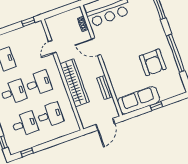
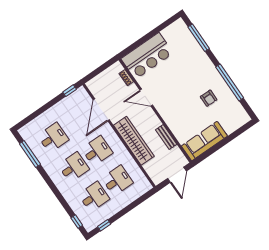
door: (52, 47) -> (101, 110), width x1.88
armchair: (153, 62) -> (209, 98), width x0.53, depth x0.53
window: (156, 106) -> (224, 142), removed

